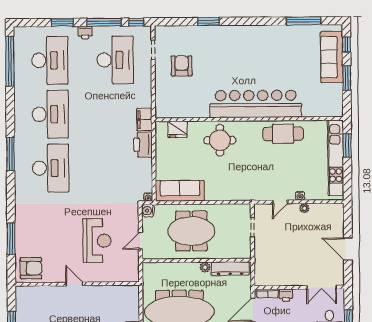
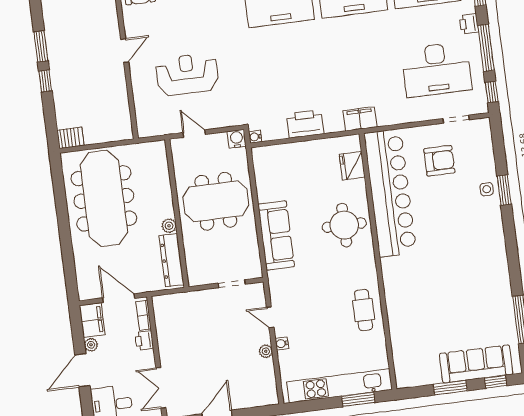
side table: (206, 34) -> (487, 189), added
bar counter: (256, 104) -> (390, 193), moved
cafe table: (283, 134) -> (364, 310), width x0.73, depth x0.74
printer: (143, 145) -> (305, 124), moved
sofa: (180, 191) -> (276, 235), moved
meeting table: (191, 231) -> (216, 201), turned 90
reception desk: (97, 241) -> (187, 74), turned 180

